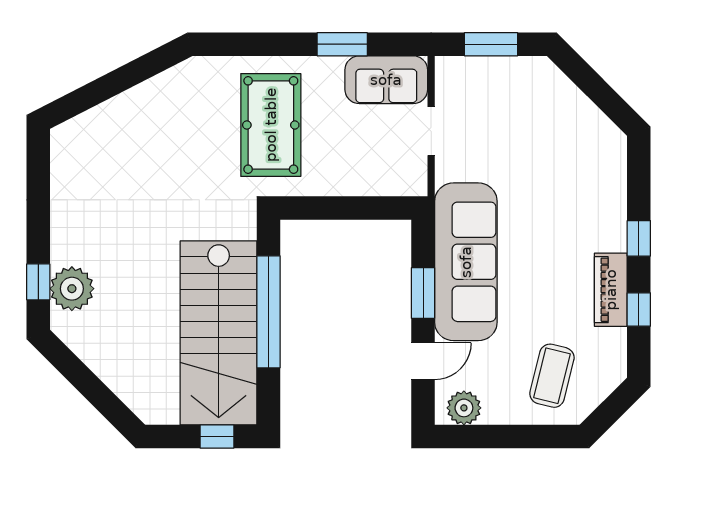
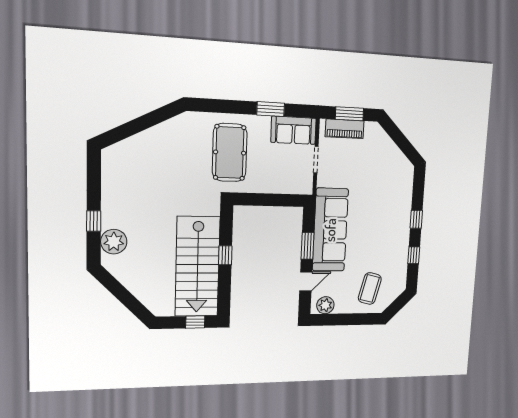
window: (38, 282) -> (94, 221), moved
piano: (611, 290) -> (345, 129), moved, turned -90
window: (269, 312) -> (225, 255), width x0.32

